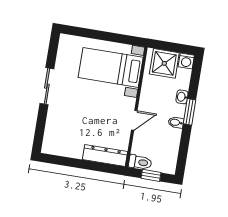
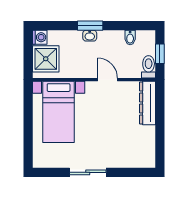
washbasin: (182, 97) -> (90, 36), moved
bidet: (176, 122) -> (130, 38), moved

